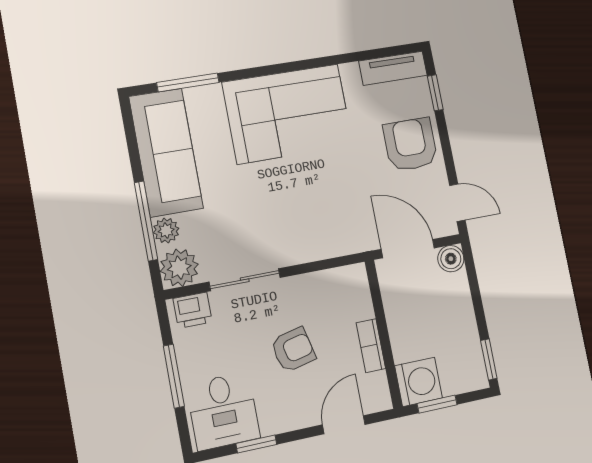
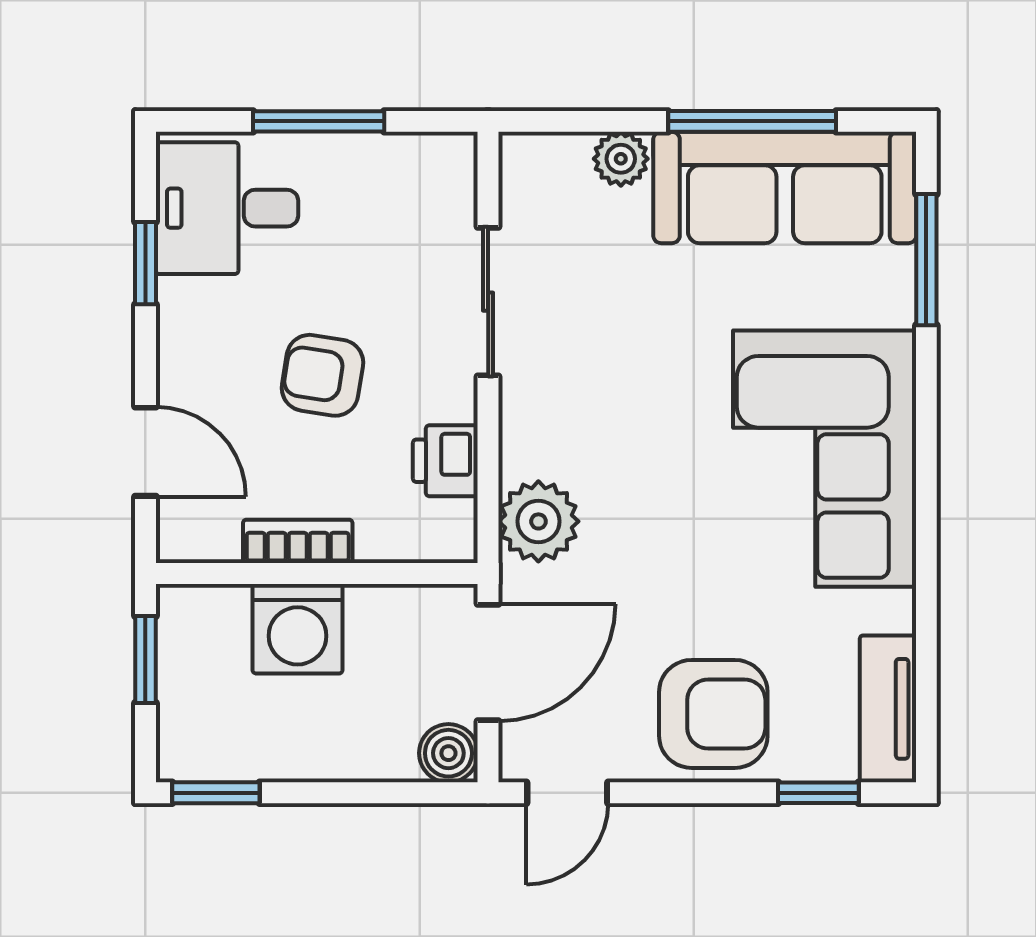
window: (146, 221) -> (752, 121), moved
plant: (179, 268) -> (538, 521), moved
printer: (193, 310) -> (445, 461), moved
armchair: (293, 350) -> (322, 375), turned 112
washing machine: (418, 382) -> (298, 629), moved

